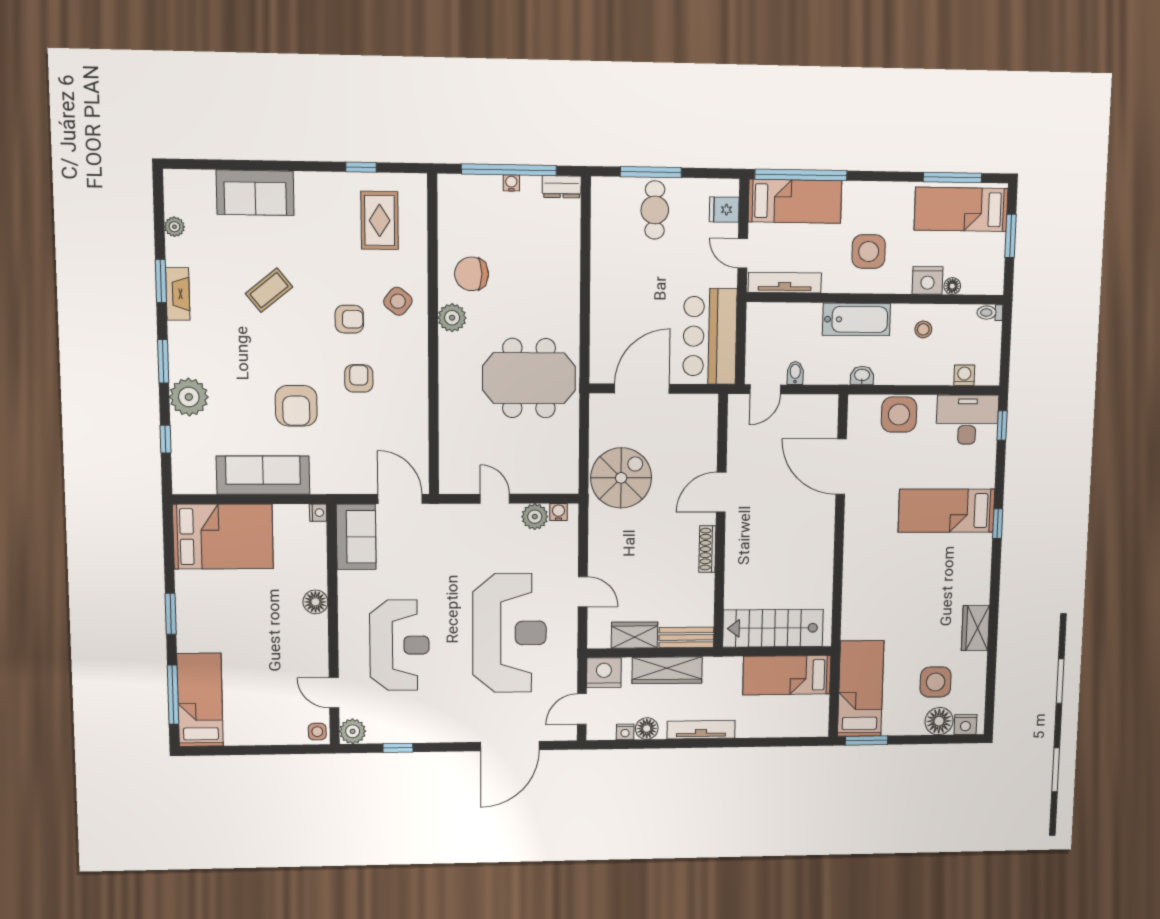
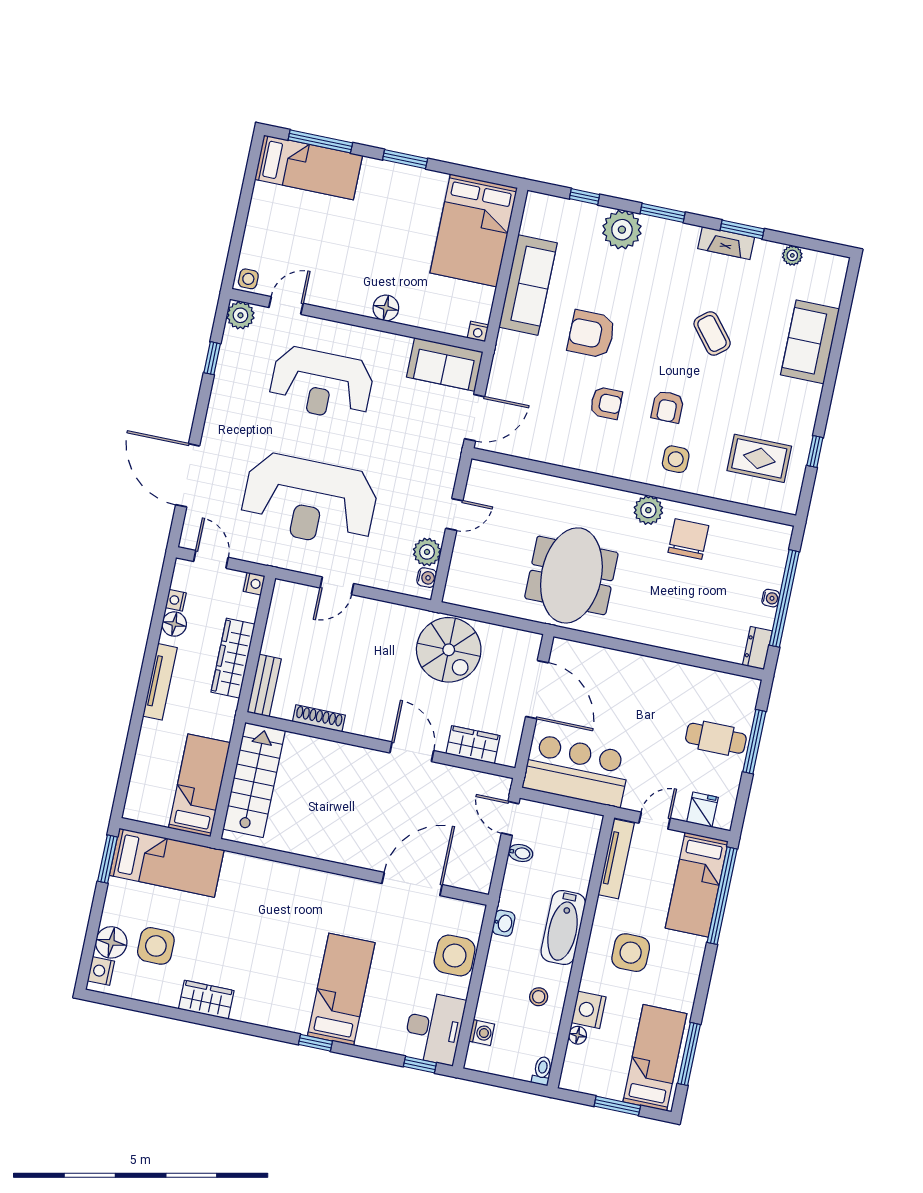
side table: (398, 301) -> (676, 459), turned -38
shoe rack: (707, 549) -> (319, 718), moved
wardrobe: (634, 635) -> (473, 745), moved, turned -90
nightstand: (604, 673) -> (254, 584), width x0.53, depth x0.56

